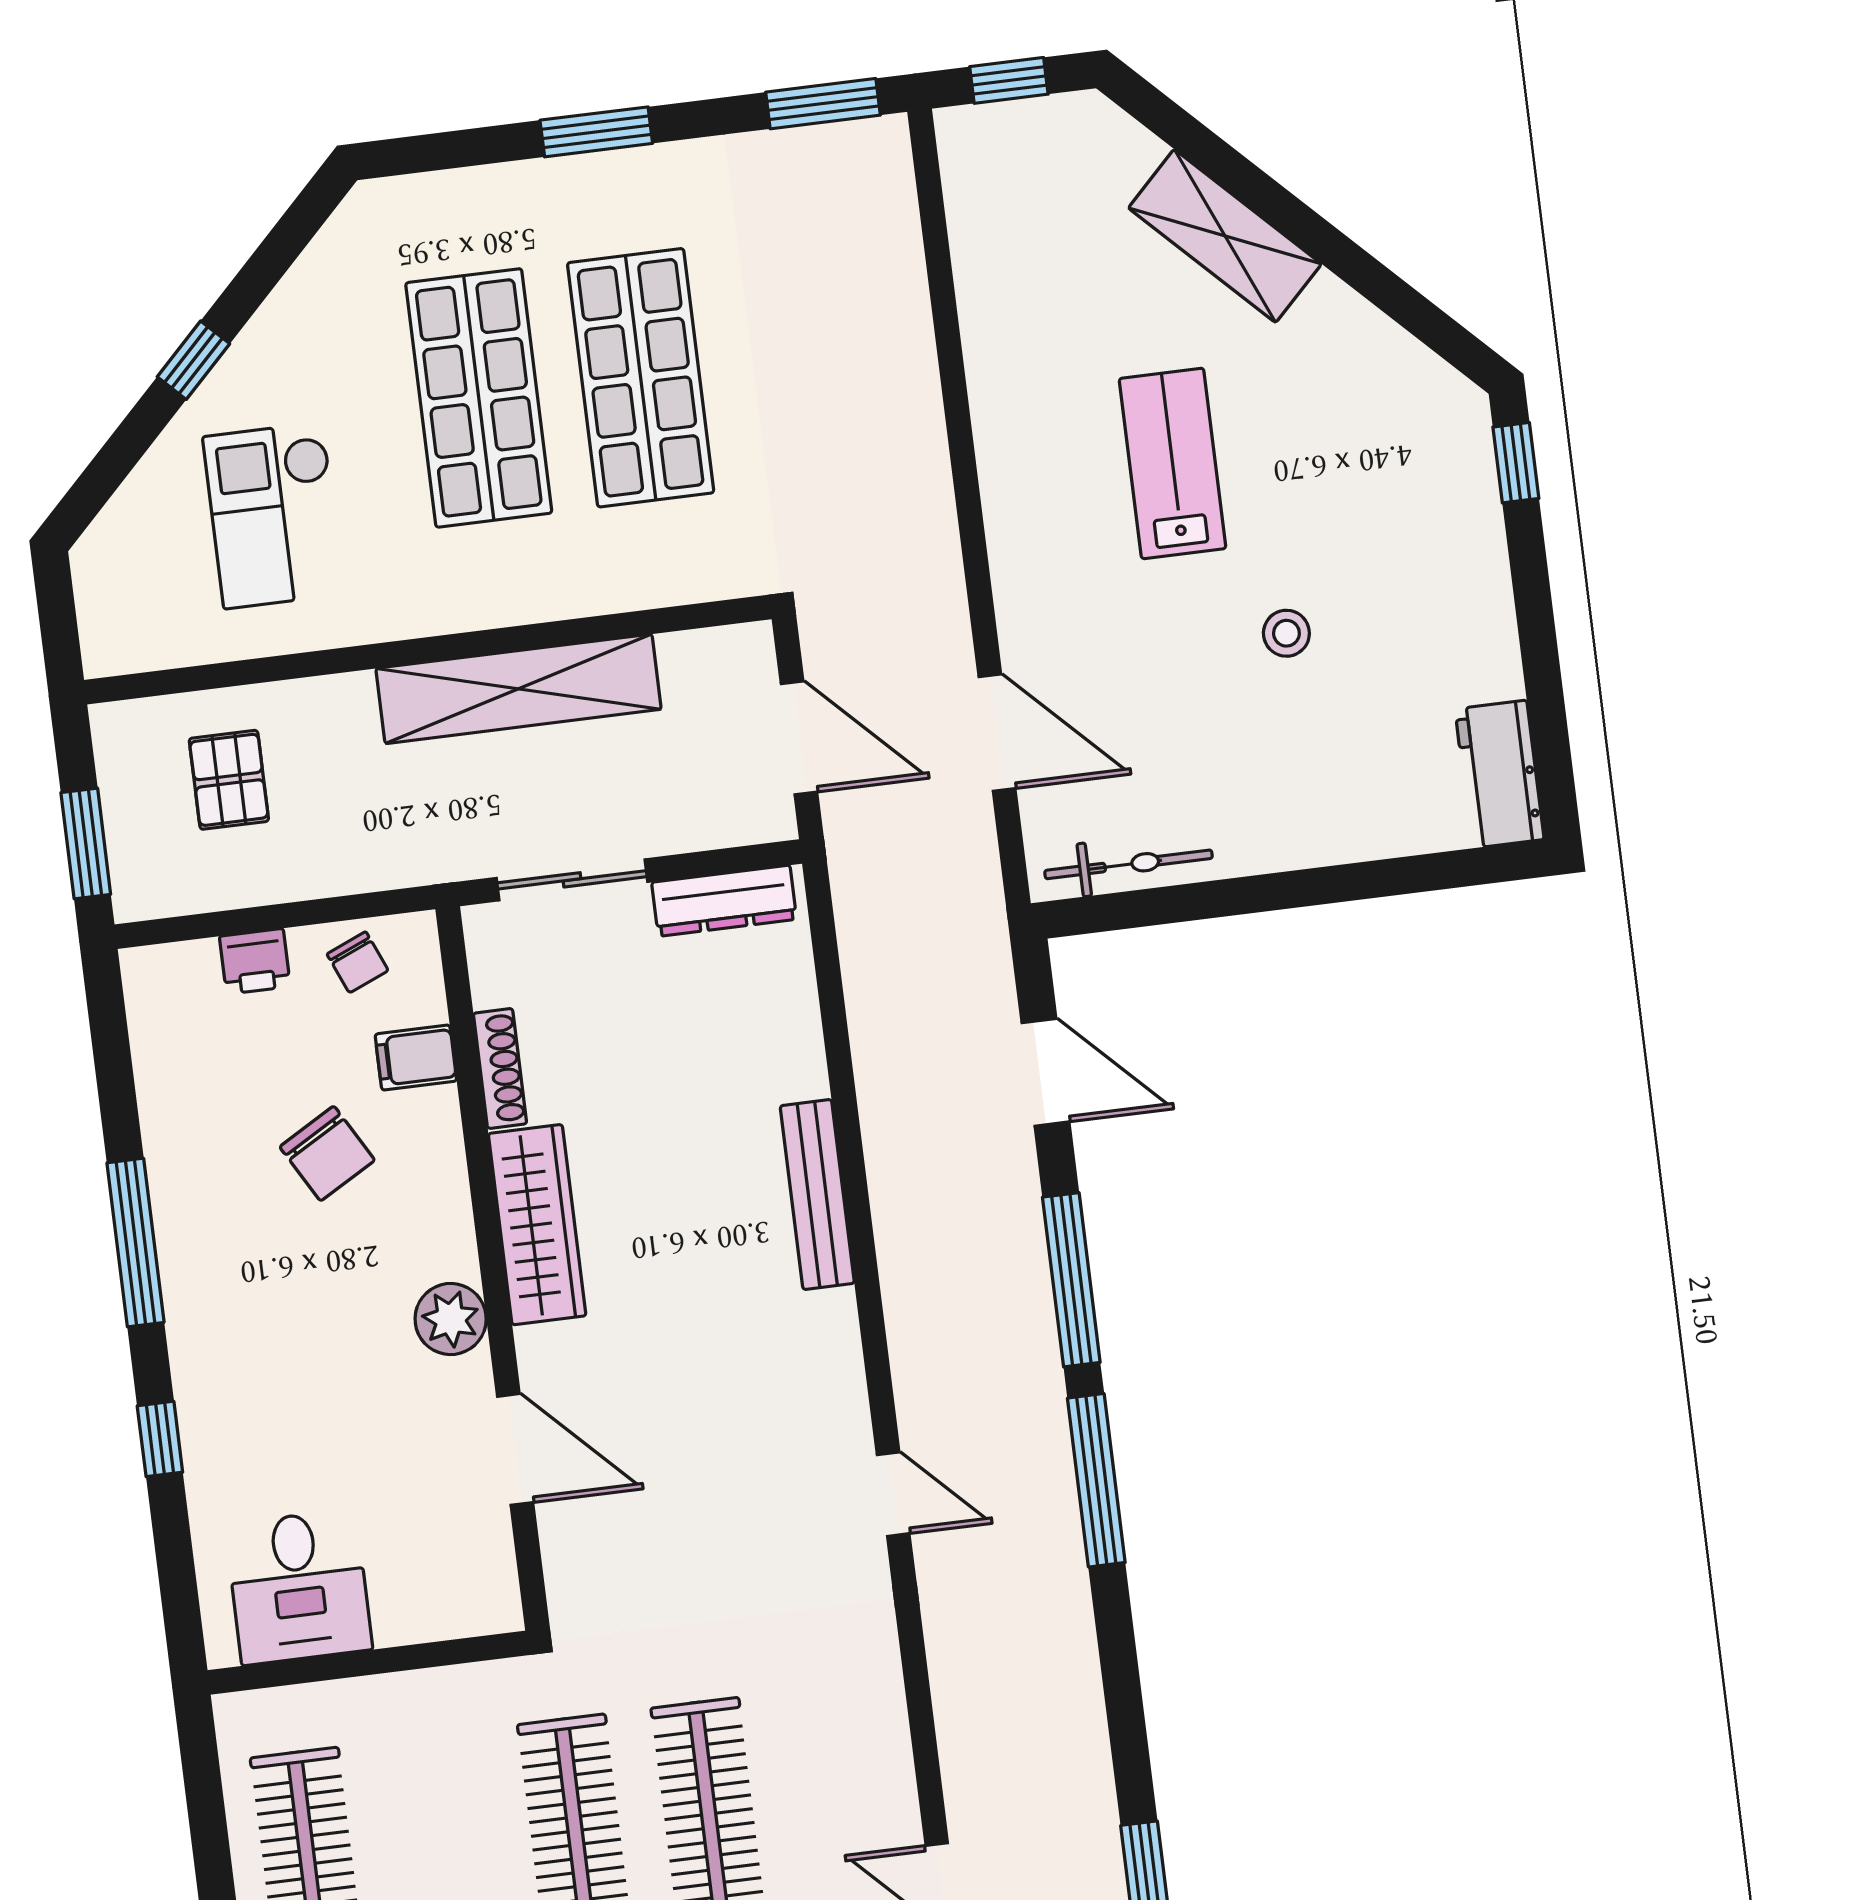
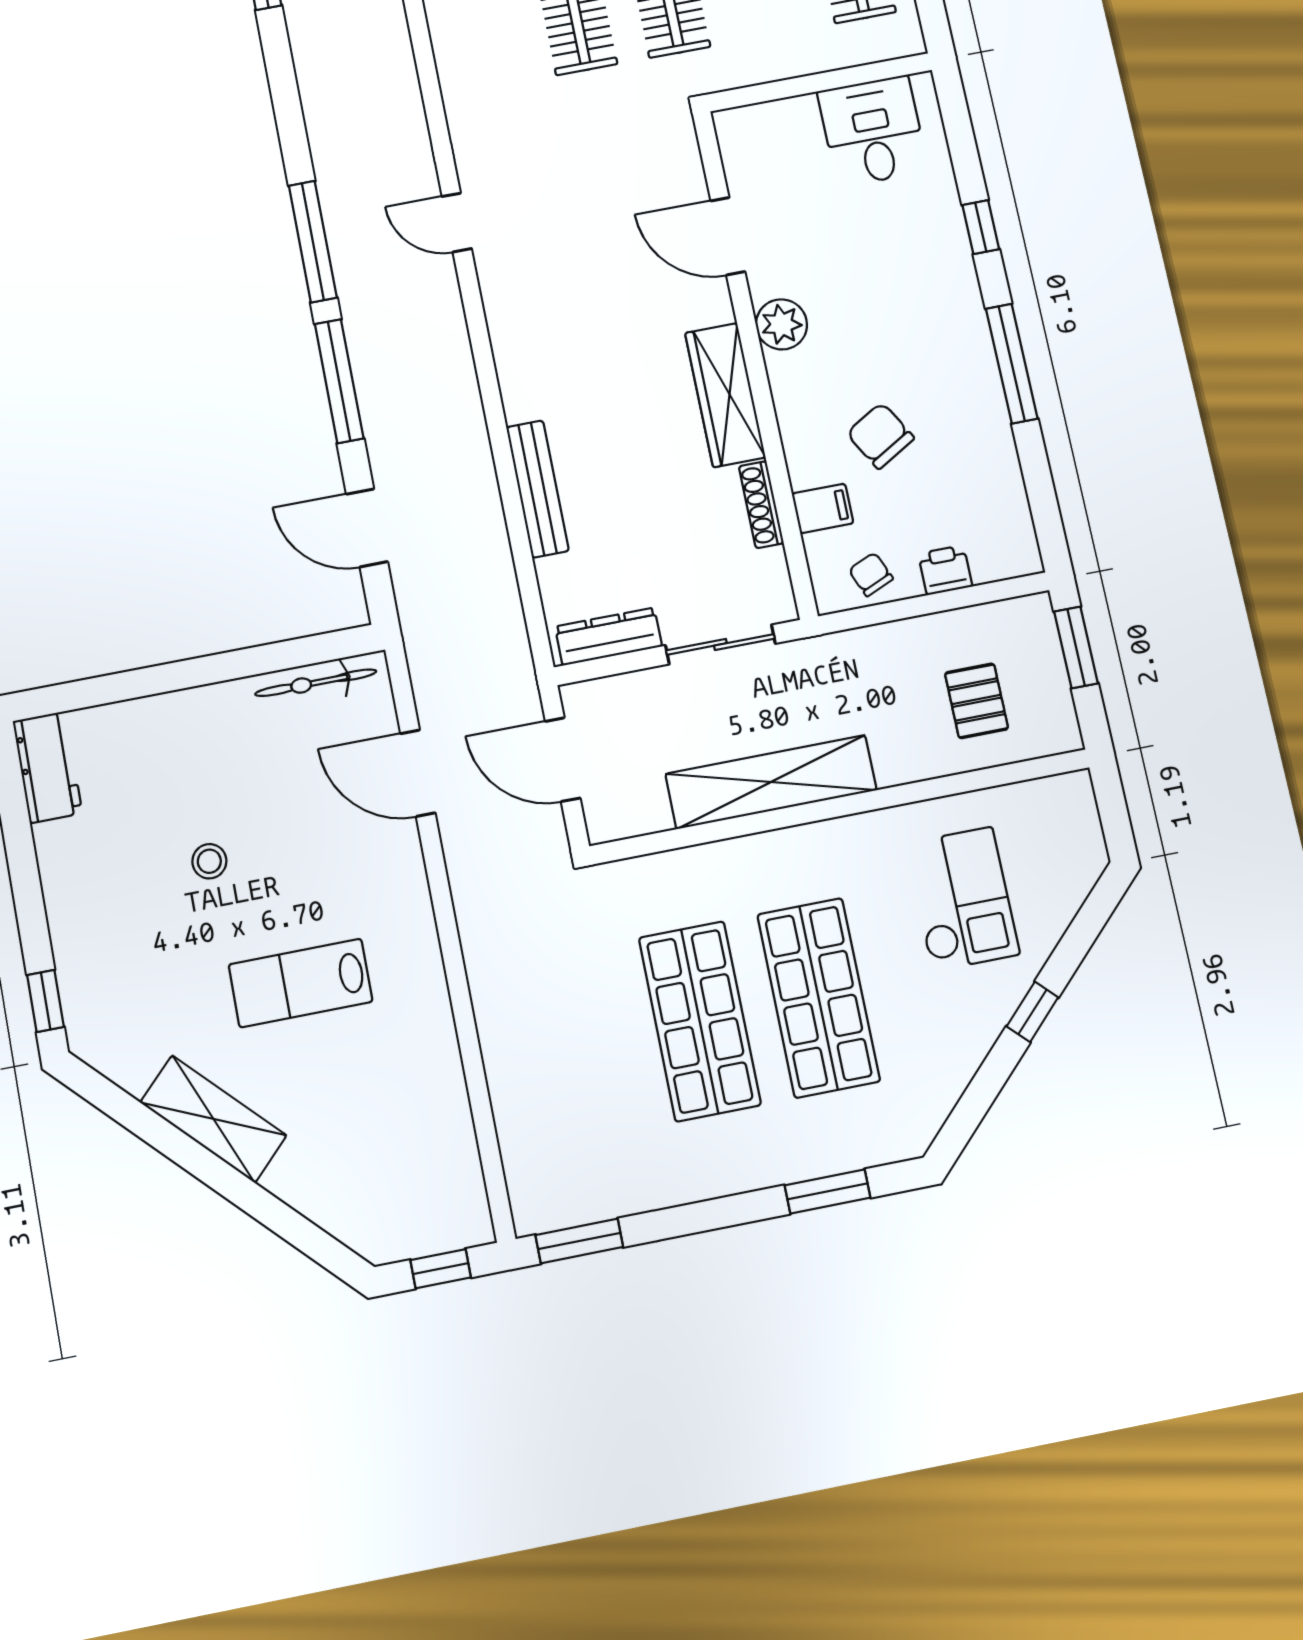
window: (596, 132) -> (827, 1191), moved
shelving: (1225, 236) -> (213, 1119), moved
lab bench: (1173, 463) -> (301, 983), turned 90
bench: (817, 1195) -> (537, 489), moved

